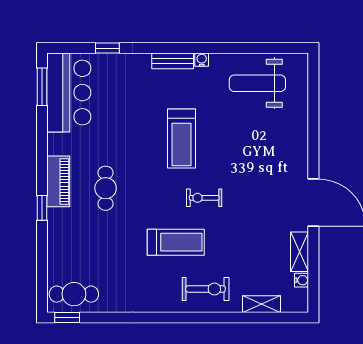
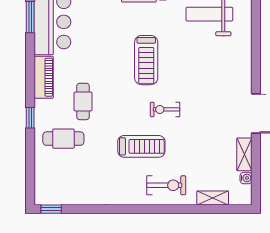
piano: (58, 181) -> (44, 77), moved
cafe table: (74, 294) -> (63, 139), moved

